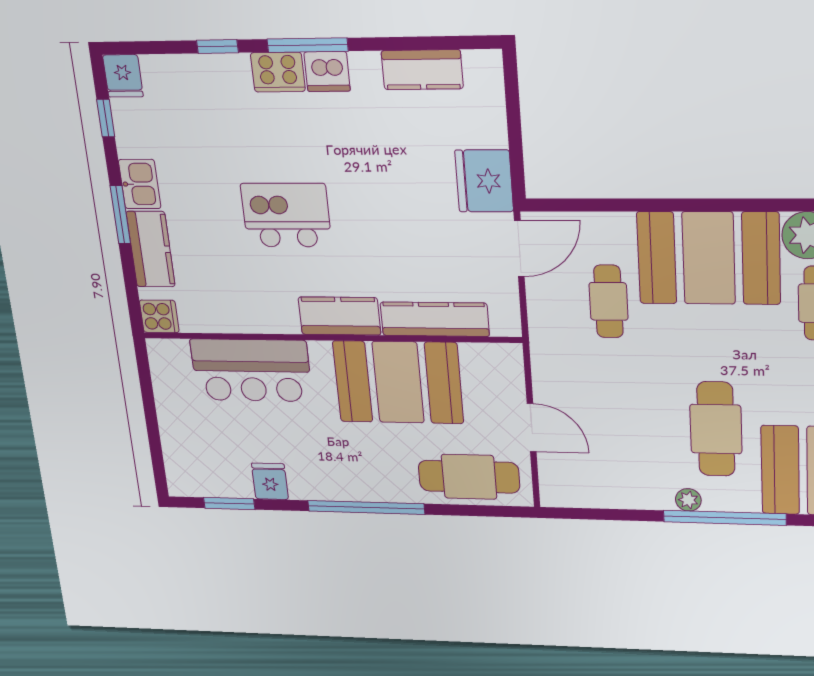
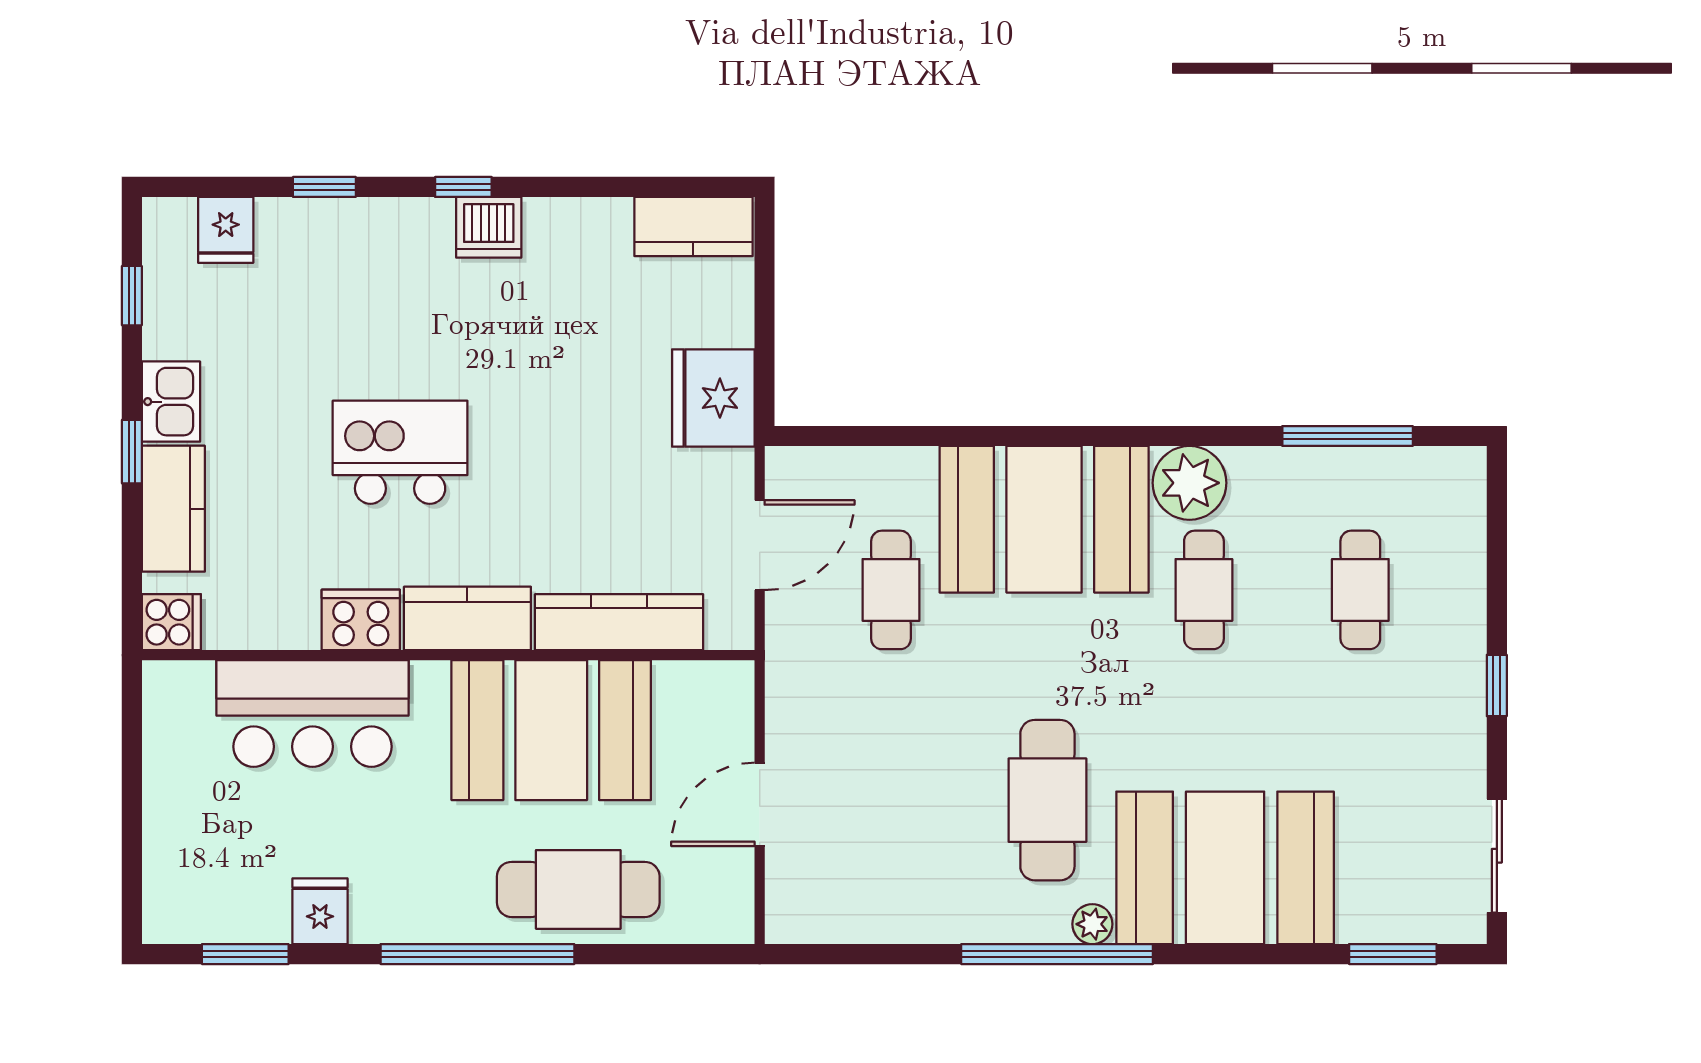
window: (308, 45) -> (463, 187), width x0.46
kitchen counter: (422, 70) -> (693, 226), moved
cooker: (278, 72) -> (361, 620), moved, turned 180
fridge: (123, 76) -> (226, 230), moved
window: (120, 215) -> (132, 452), width x0.67
door: (519, 249) -> (760, 545), moved
door: (532, 428) -> (760, 804), swing flipped
cafe table: (469, 477) -> (578, 889), moved
plant: (688, 500) -> (1092, 924), moved

